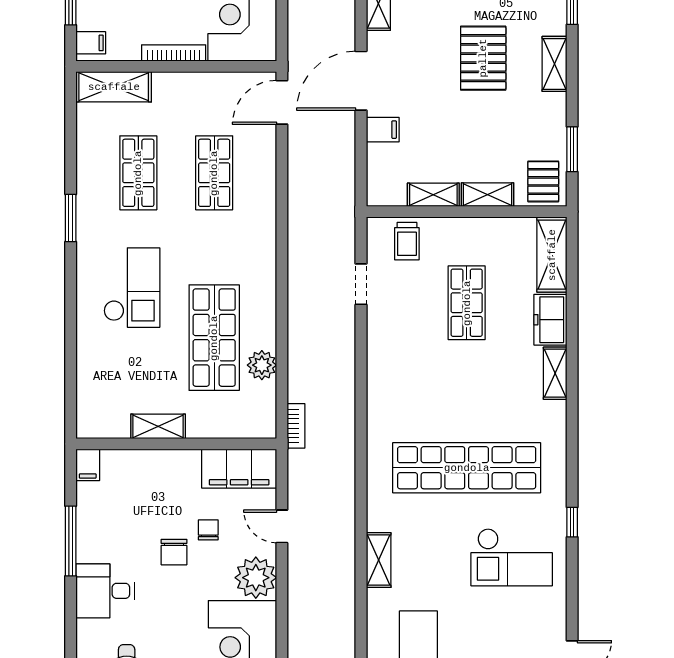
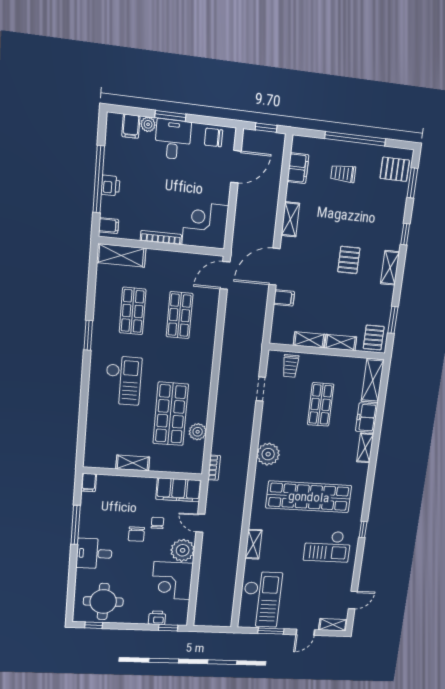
pallet: (483, 58) -> (349, 260), width x0.67, depth x0.71
plant: (386, 396) -> (268, 454), added

